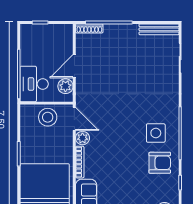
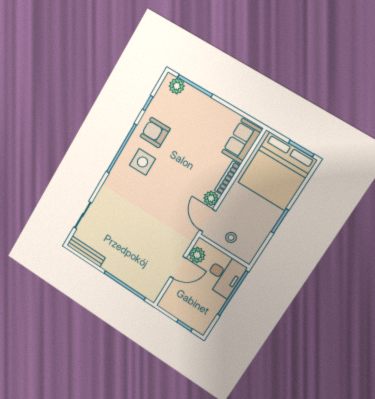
shoe rack: (89, 28) -> (145, 292), removed
stool: (48, 117) -> (231, 237), width x0.53, depth x0.53

